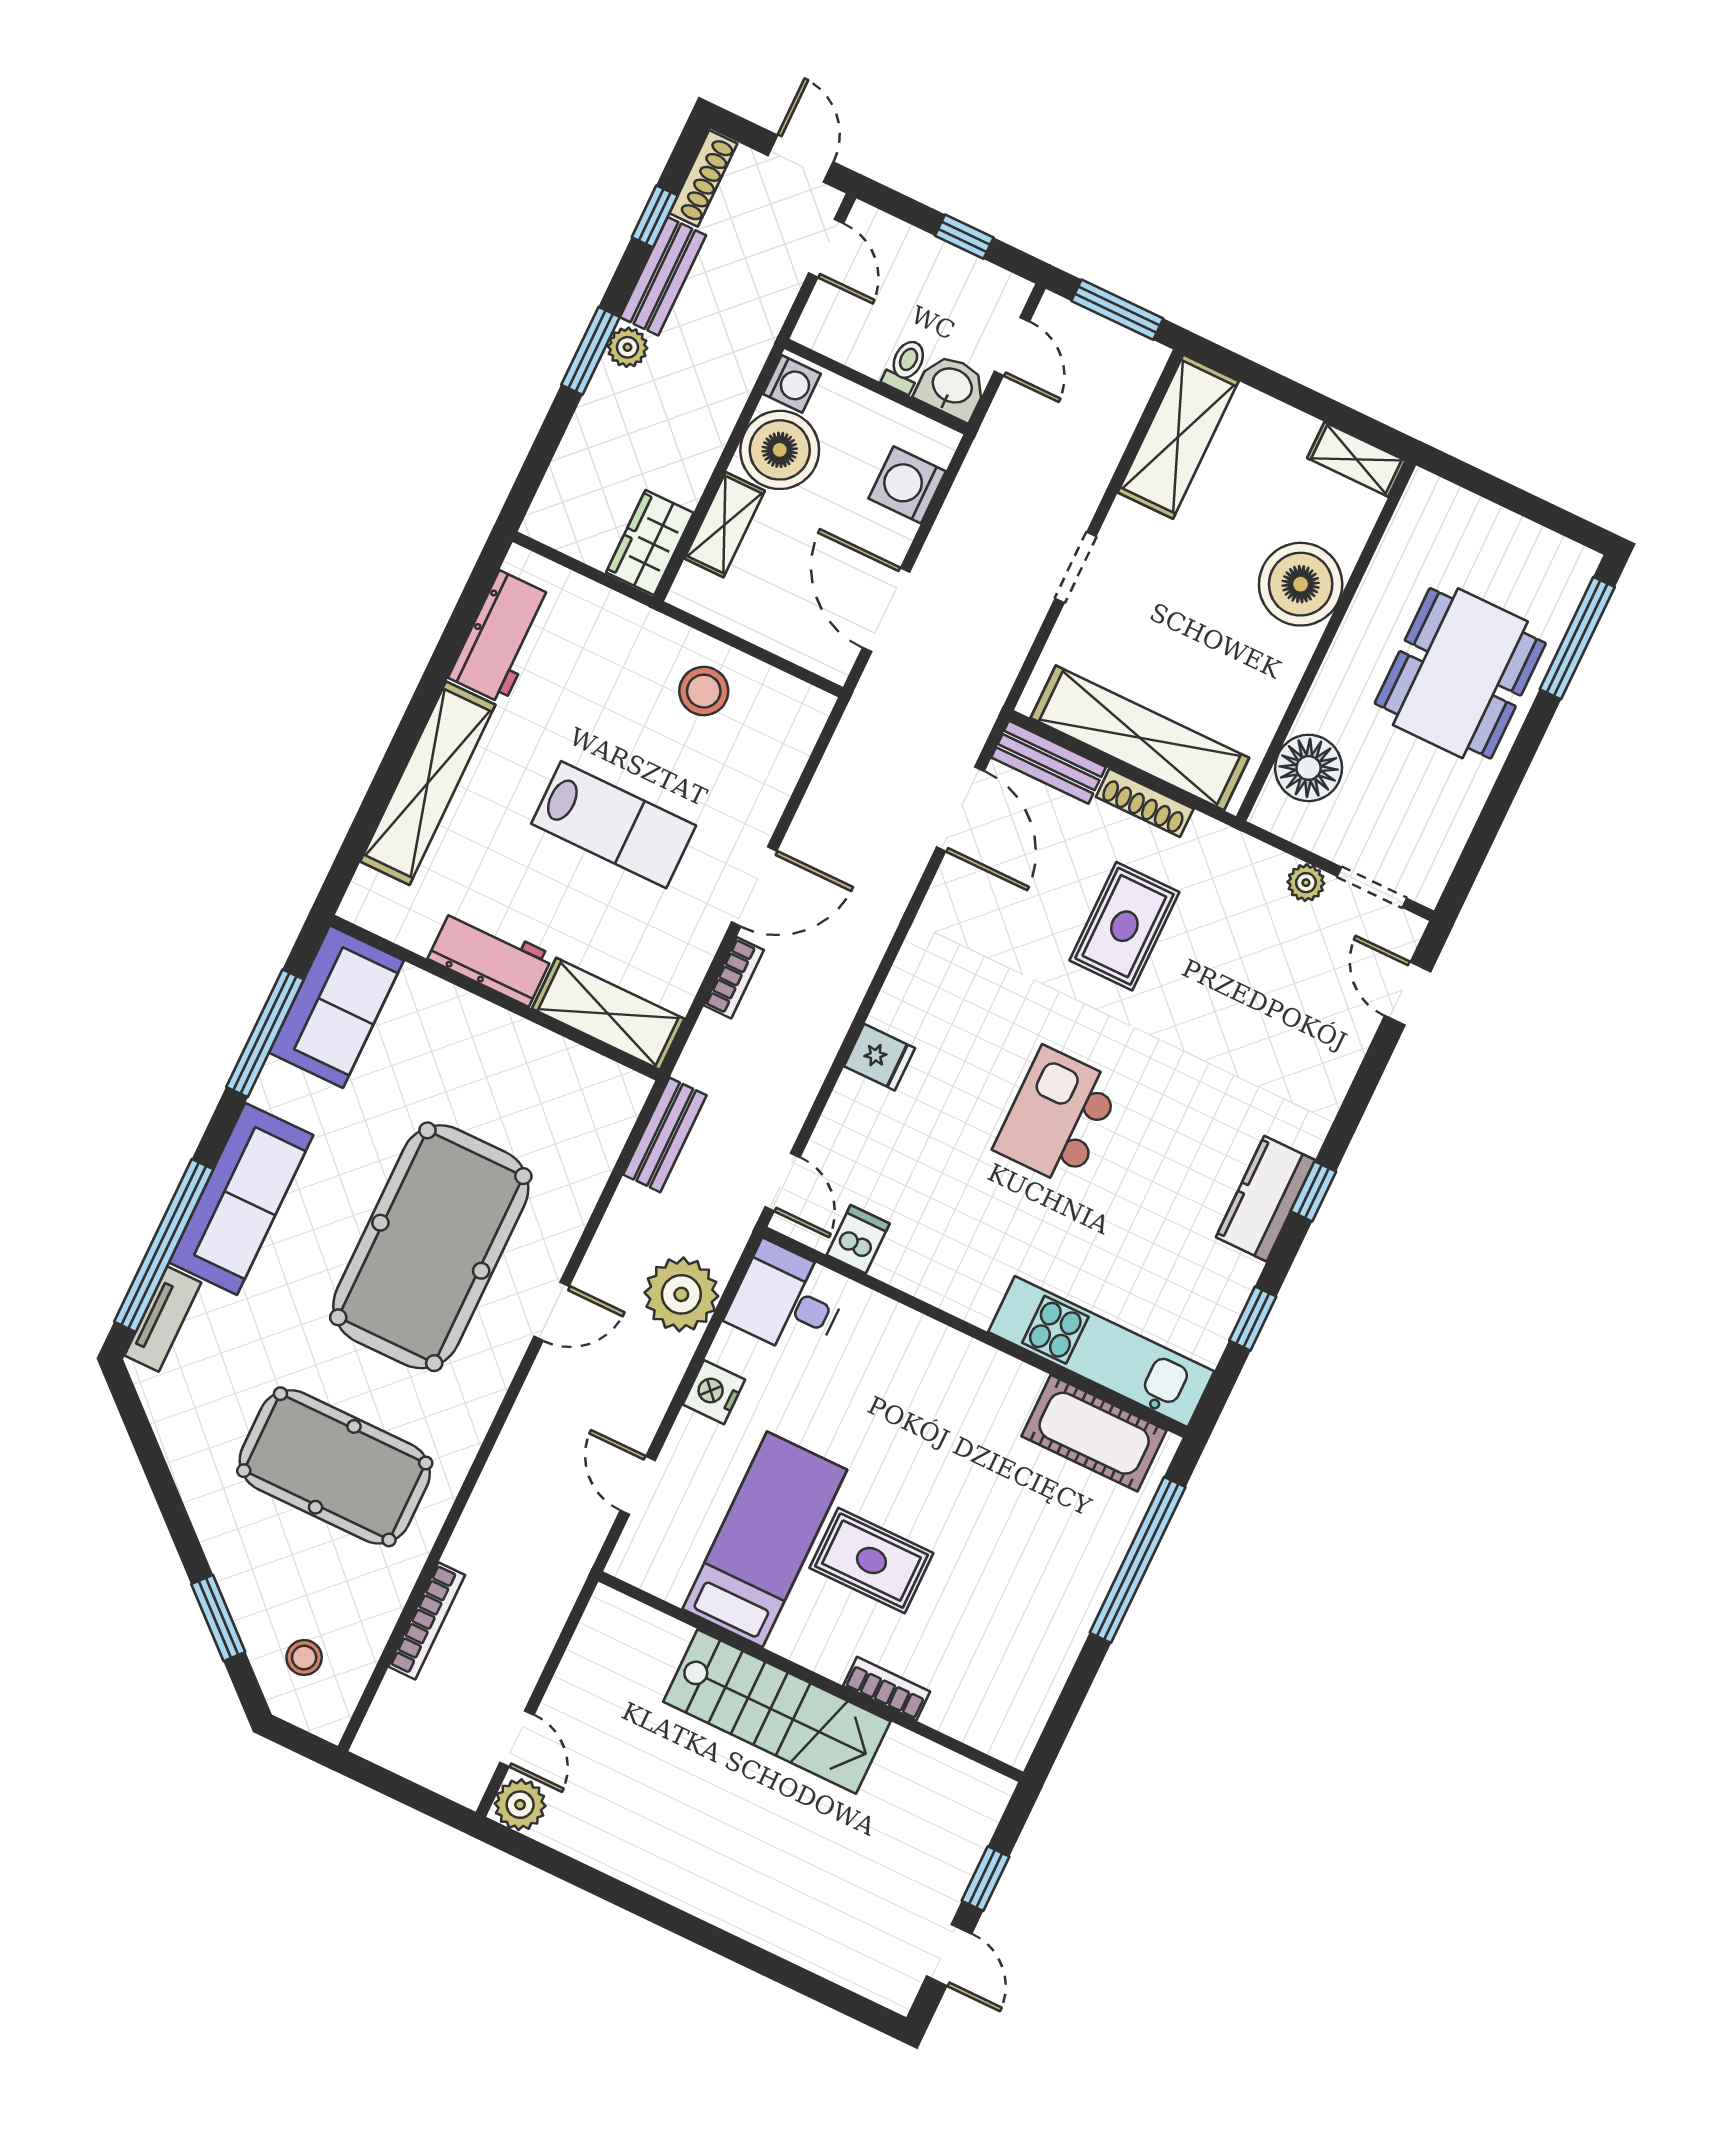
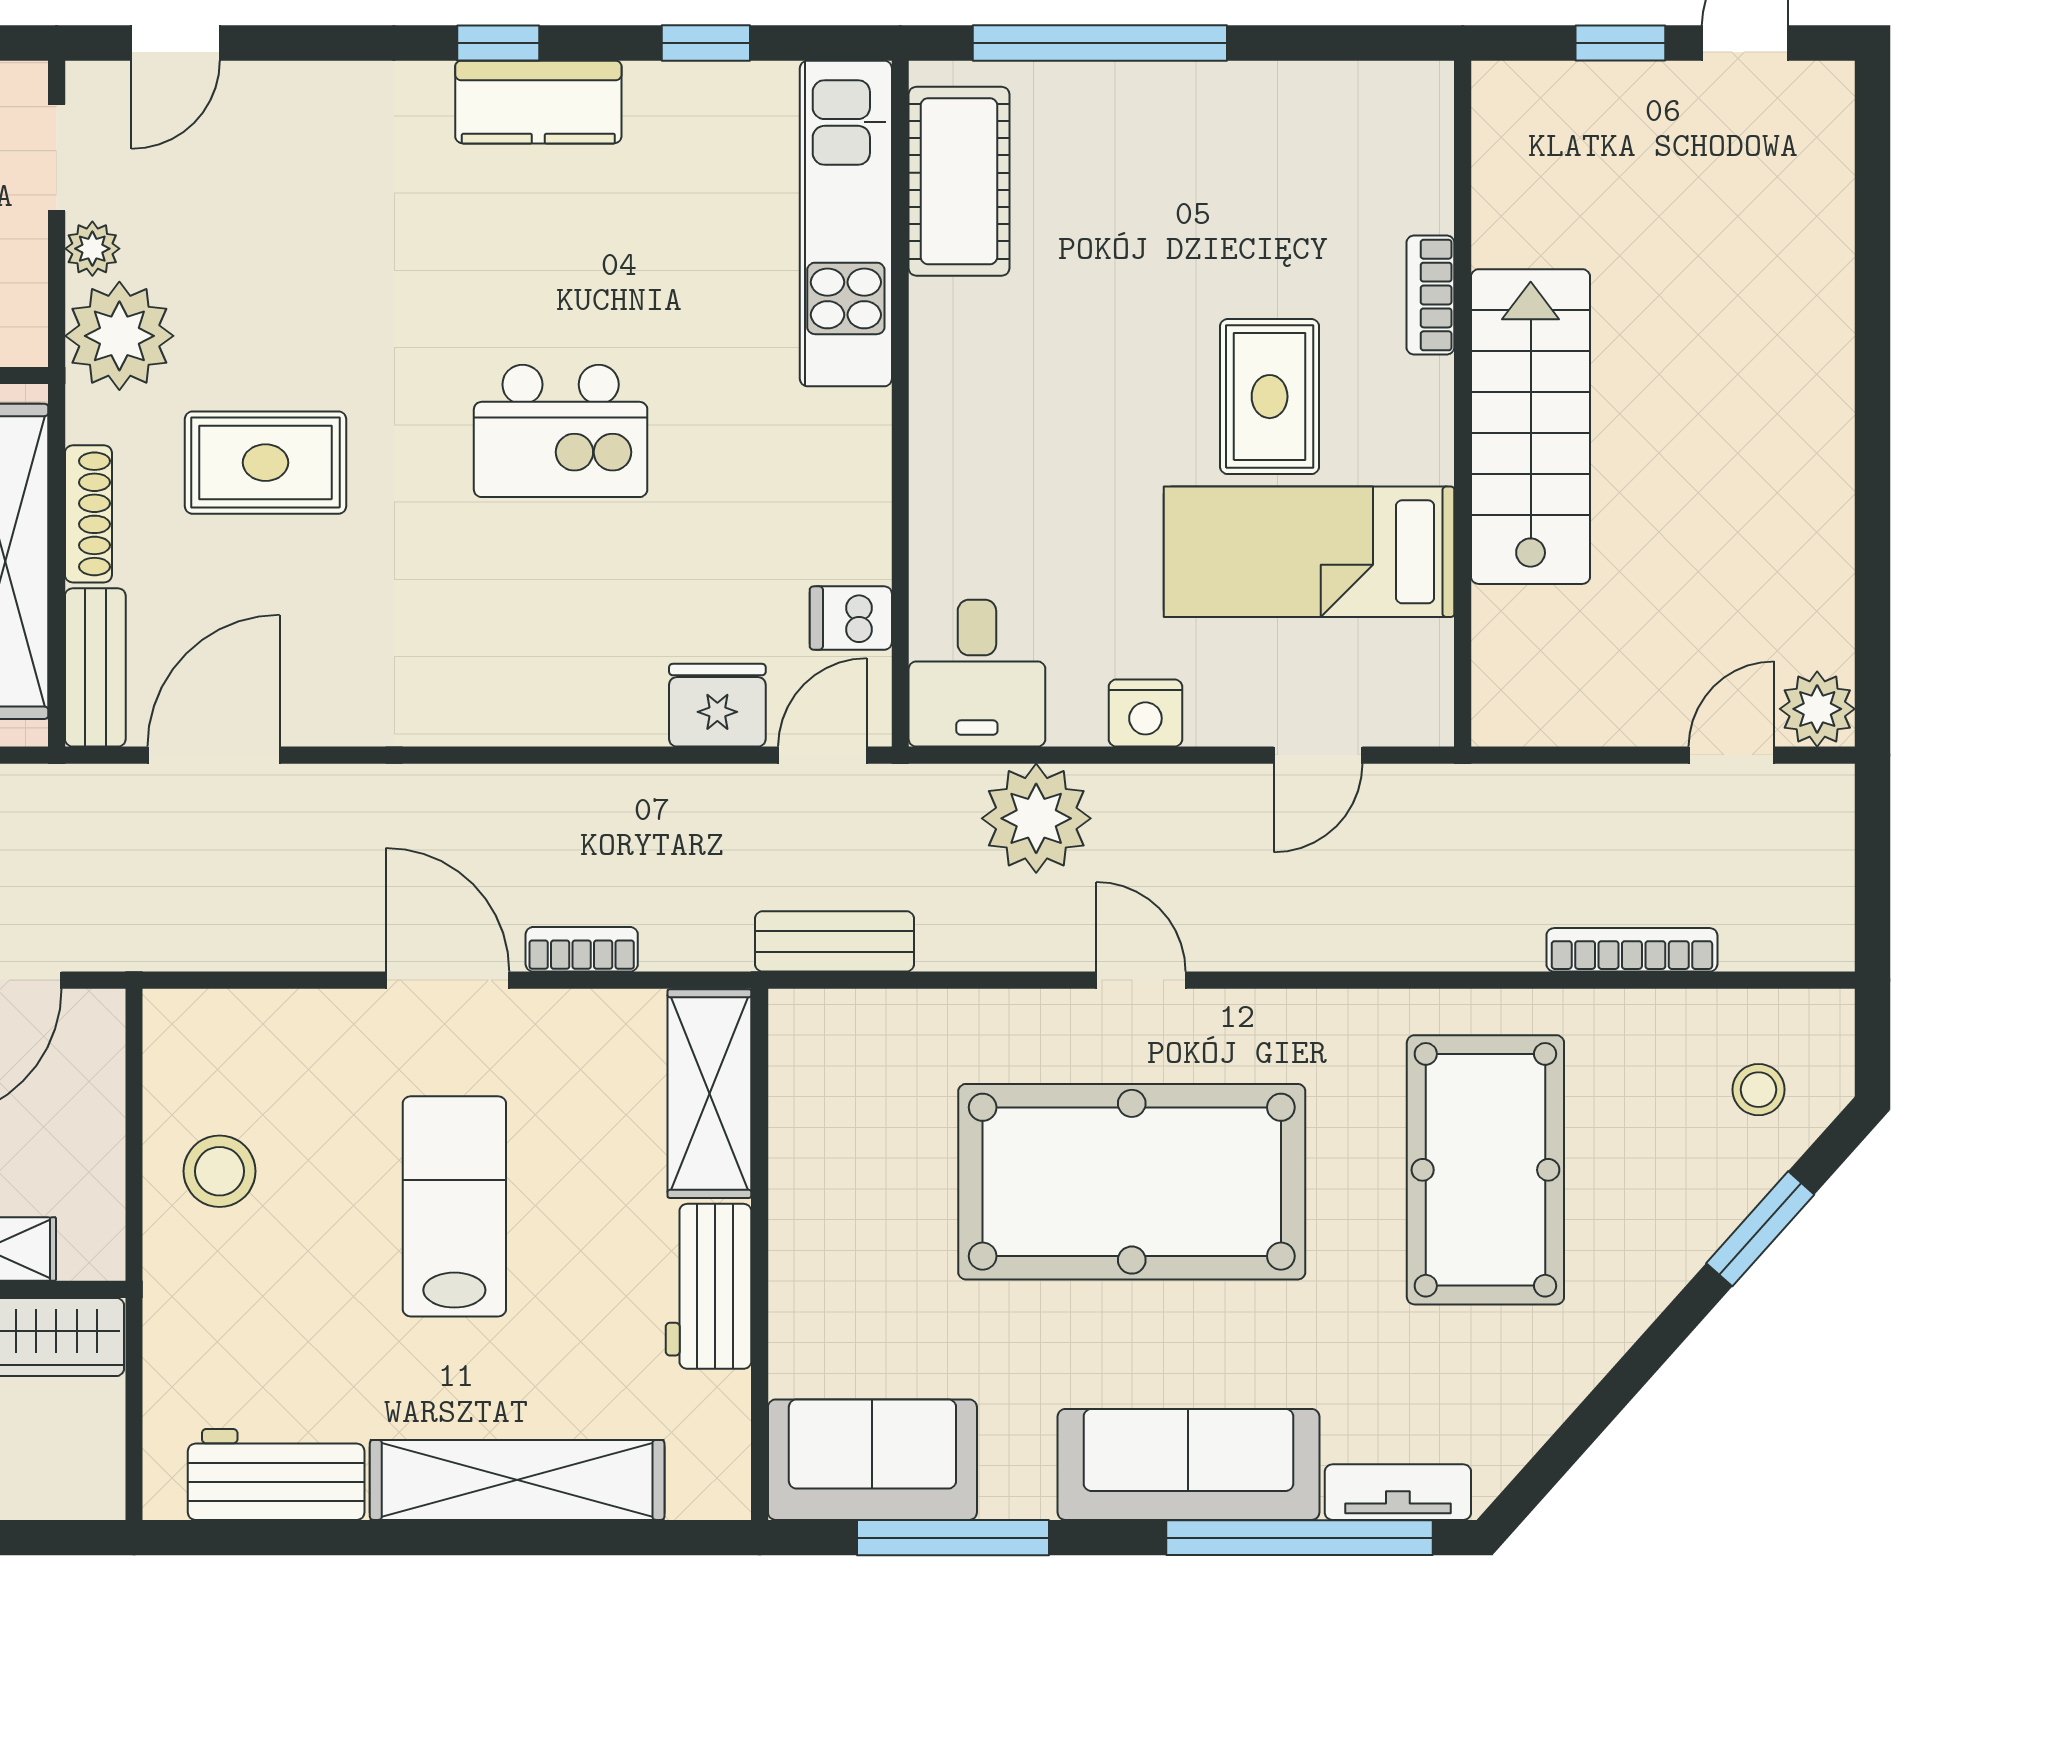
plant: (1245, 874) -> (119, 336), added
fridge: (879, 1057) -> (717, 705), moved, width x1.38

